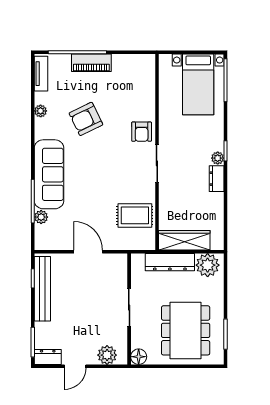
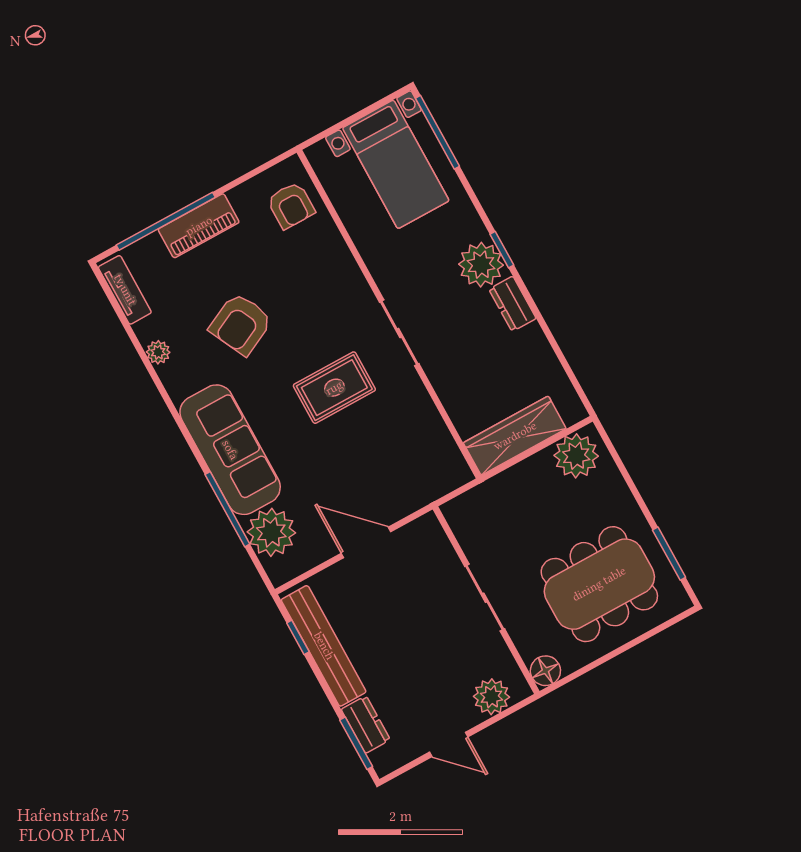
armchair: (142, 132) -> (291, 205), moved
plant: (218, 158) -> (481, 265), width x1.88, depth x1.88
rug: (135, 215) -> (334, 388), moved
plant: (41, 217) -> (271, 532), width x1.87, depth x1.87
dresser: (170, 262) -> (511, 485), removed
dining table: (186, 330) -> (599, 584), turned 90
dresser: (48, 357) -> (366, 725), moved, turned 90
door: (75, 366) -> (449, 745), hinge flipped

